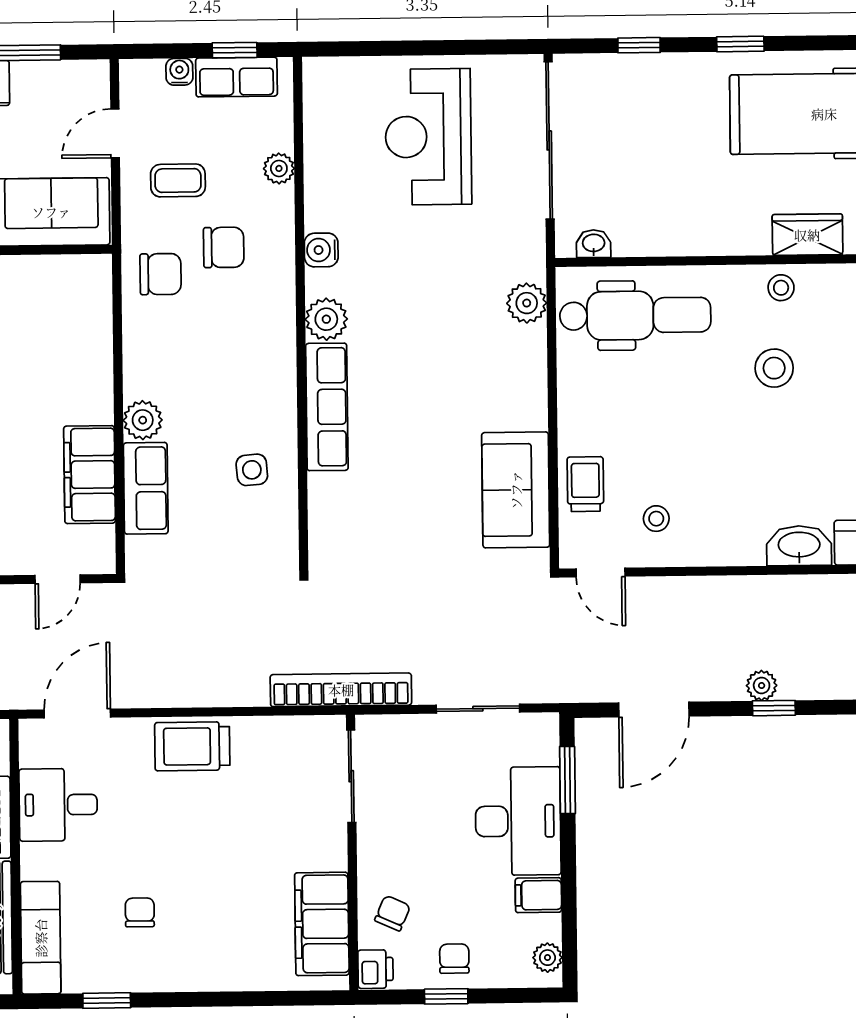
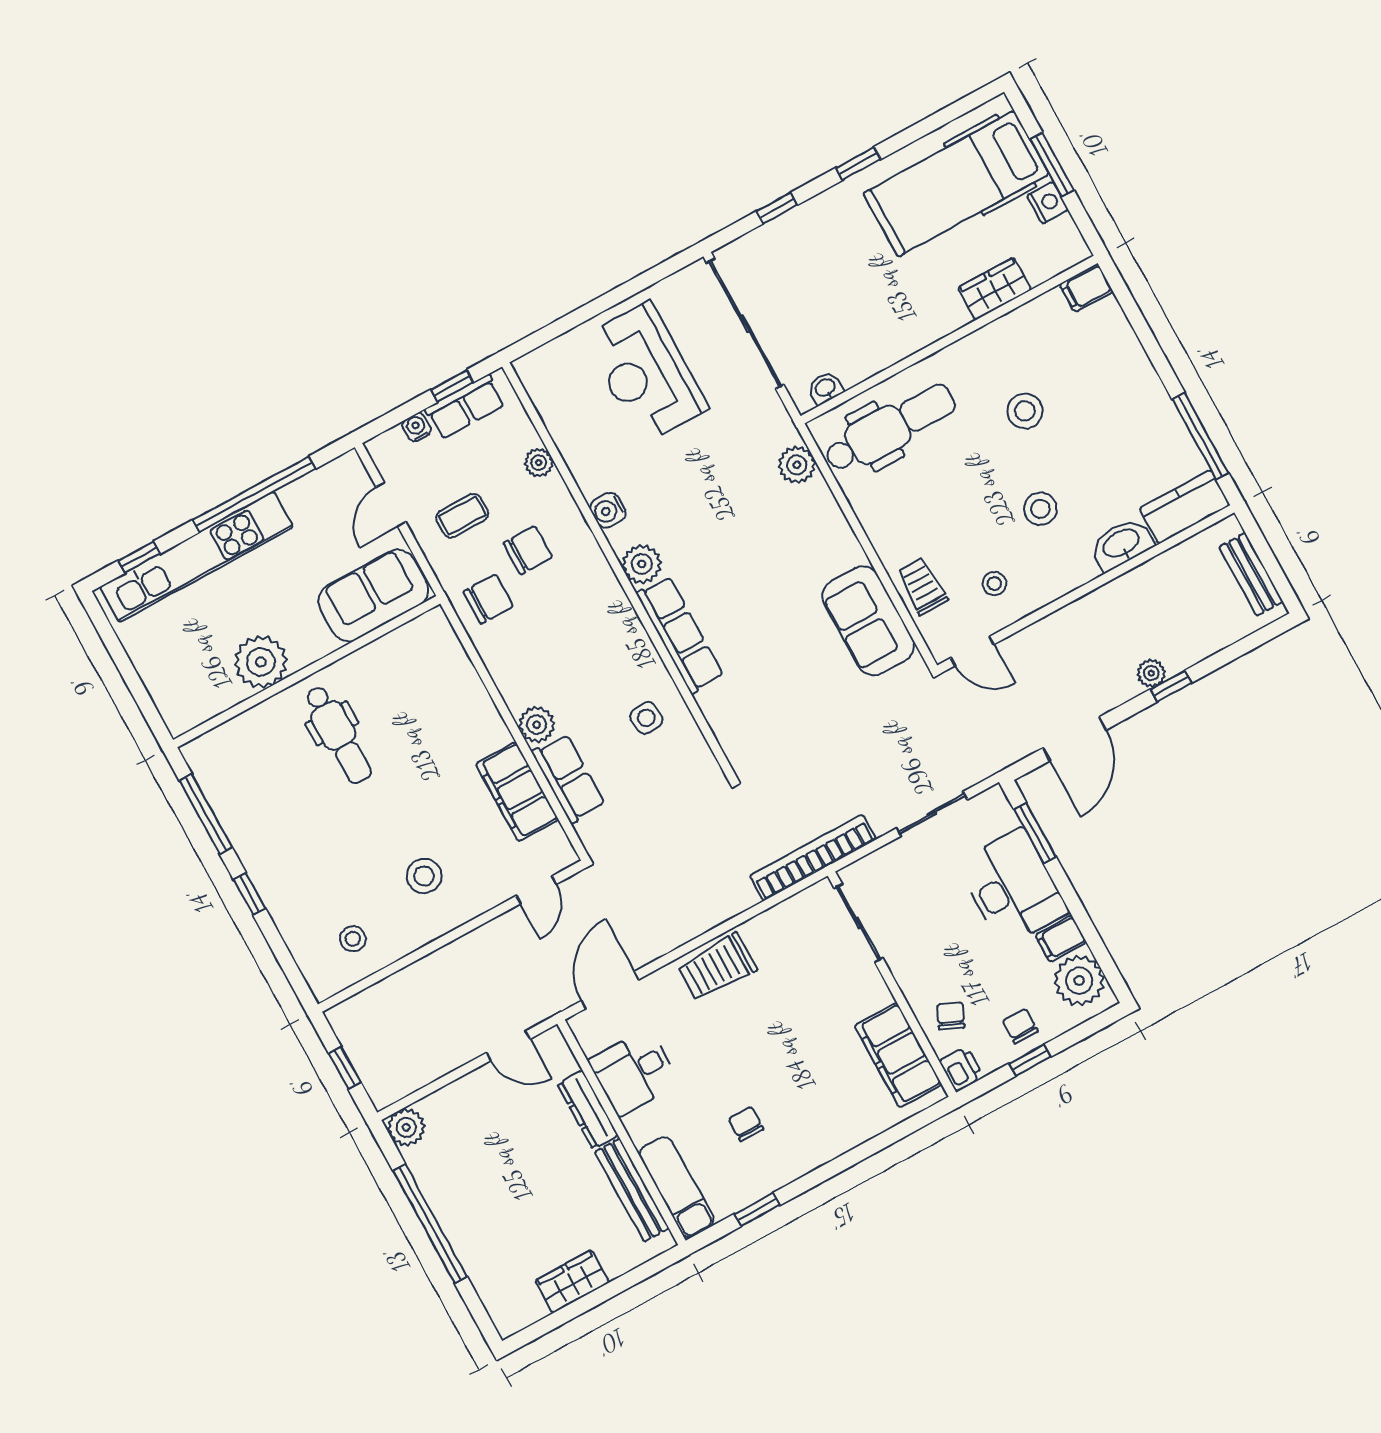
stool: (781, 288) -> (1040, 509), moved, width x1.37, depth x1.37
plant: (547, 958) -> (1079, 981), width x1.88, depth x1.88

